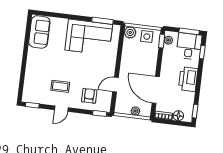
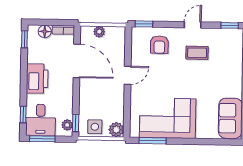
door: (115, 85) -> (128, 75), moved

